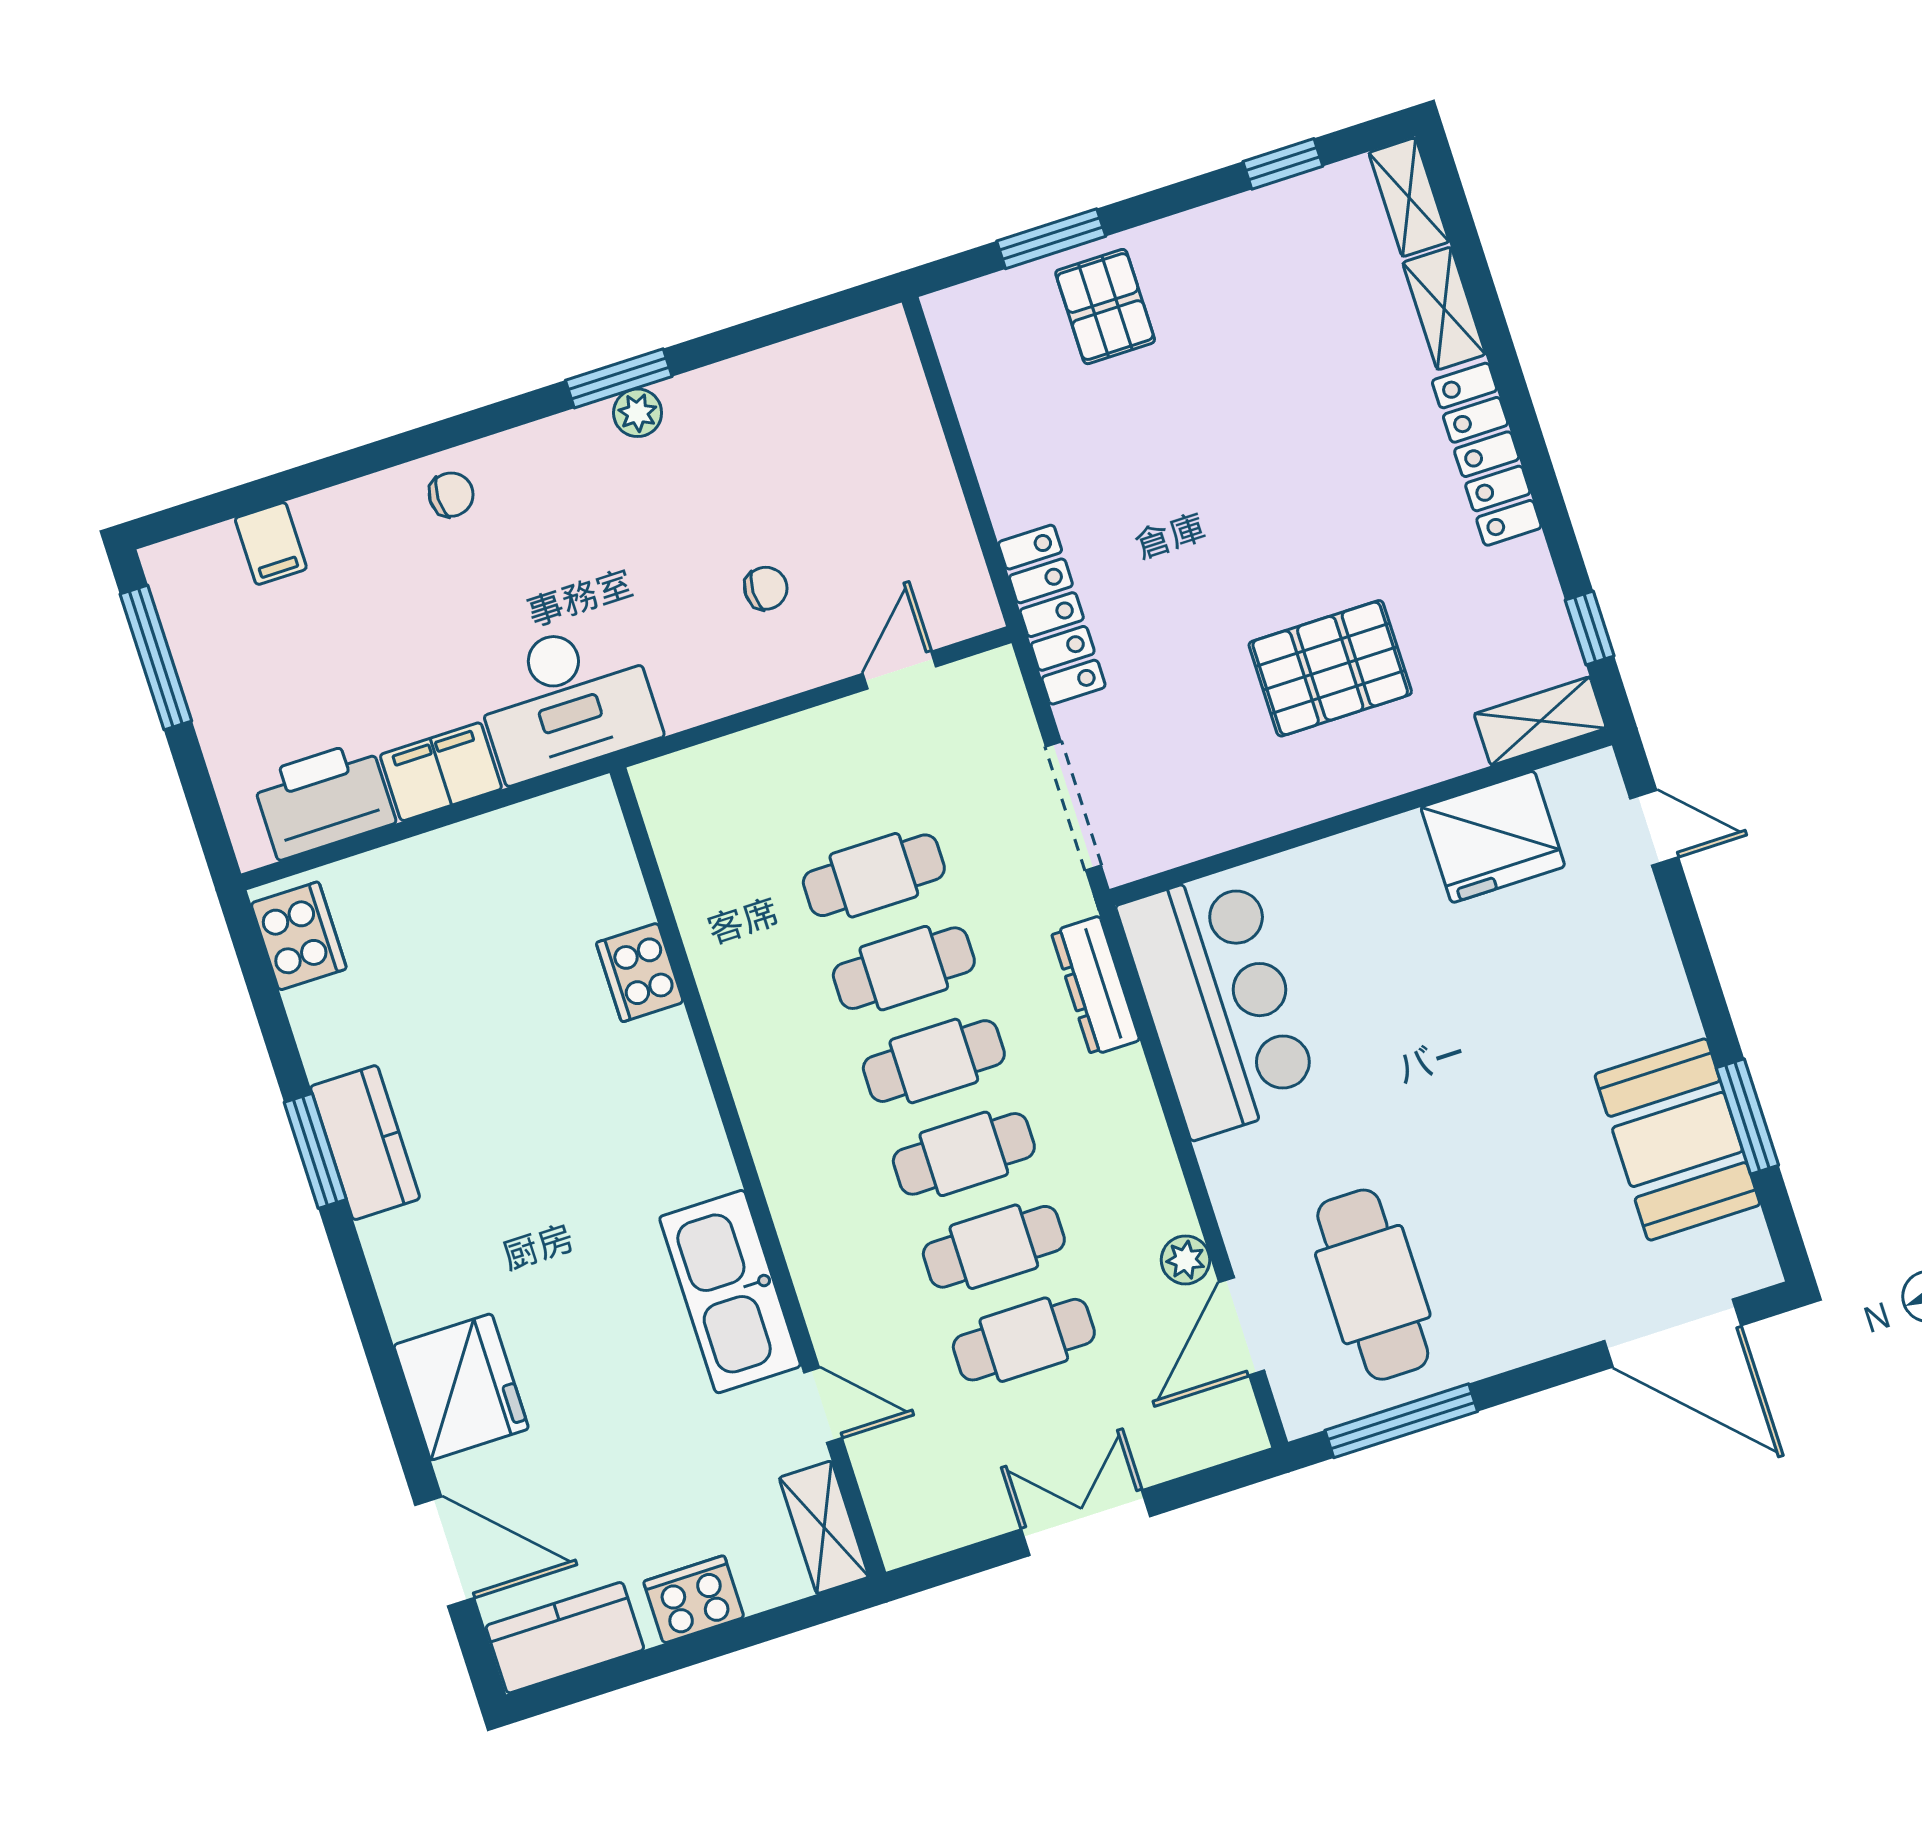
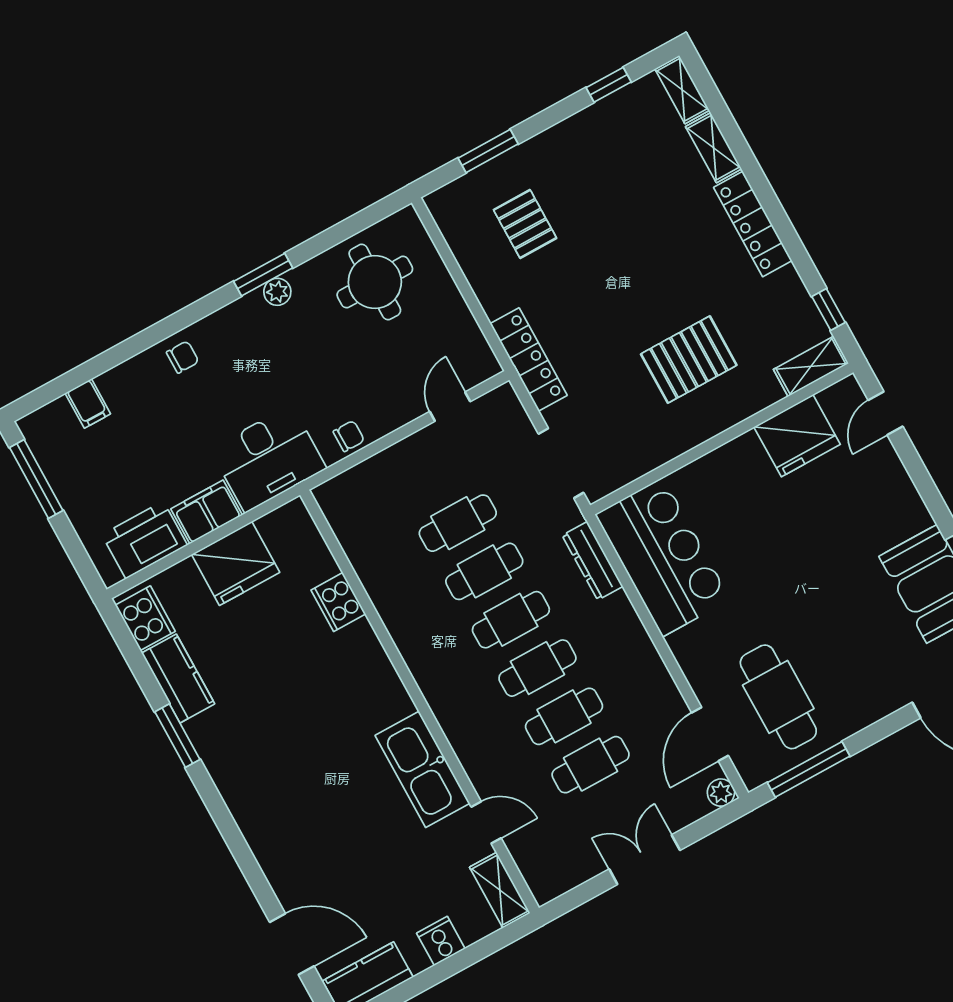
pallet: (1105, 307) -> (525, 224), moved
round table: (810, 428) -> (375, 282), added
chair: (766, 588) -> (349, 436), moved
door: (1654, 828) -> (886, 413), swing flipped
kitchen counter: (365, 1143) -> (178, 678), moved
plant: (1185, 1260) -> (721, 793), moved
fridge: (461, 1387) -> (236, 563), moved, turned 90
cooker: (694, 1599) -> (441, 941), width x0.73

